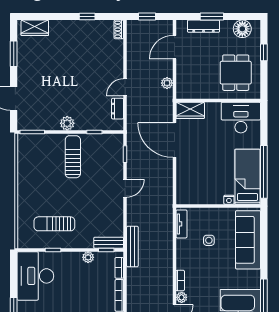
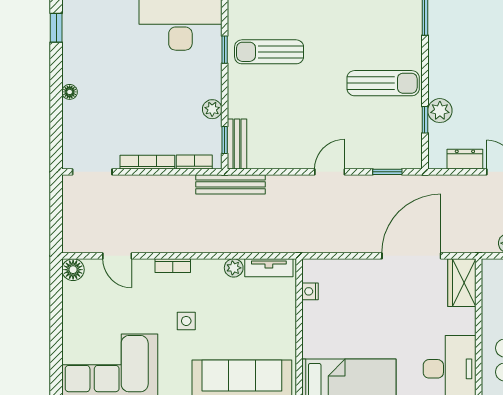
plant: (67, 123) -> (440, 111), moved
door: (125, 188) -> (330, 172), swing flipped
nightstand: (229, 200) -> (310, 291), moved
sun lounger: (54, 224) -> (269, 52), turned -90
side table: (209, 240) -> (186, 321), moved
plant: (182, 297) -> (234, 268), moved

